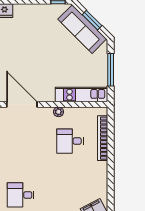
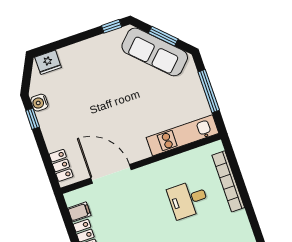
plant: (58, 112) -> (161, 167), removed

